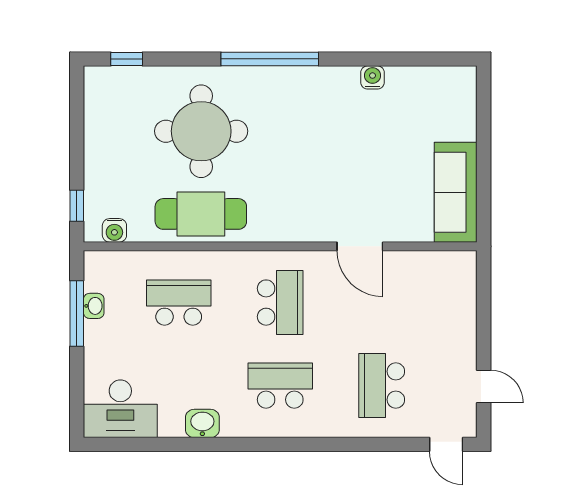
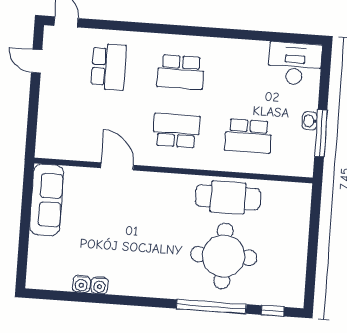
window: (270, 59) -> (211, 306), moved
window: (77, 206) -> (315, 210), removed
water cooler: (114, 230) -> (81, 284), moved, turned 180
school desk: (280, 303) -> (176, 131), turned 90
washbasin: (94, 306) -> (310, 121), moved
washbasin: (202, 423) -> (238, 49), removed

